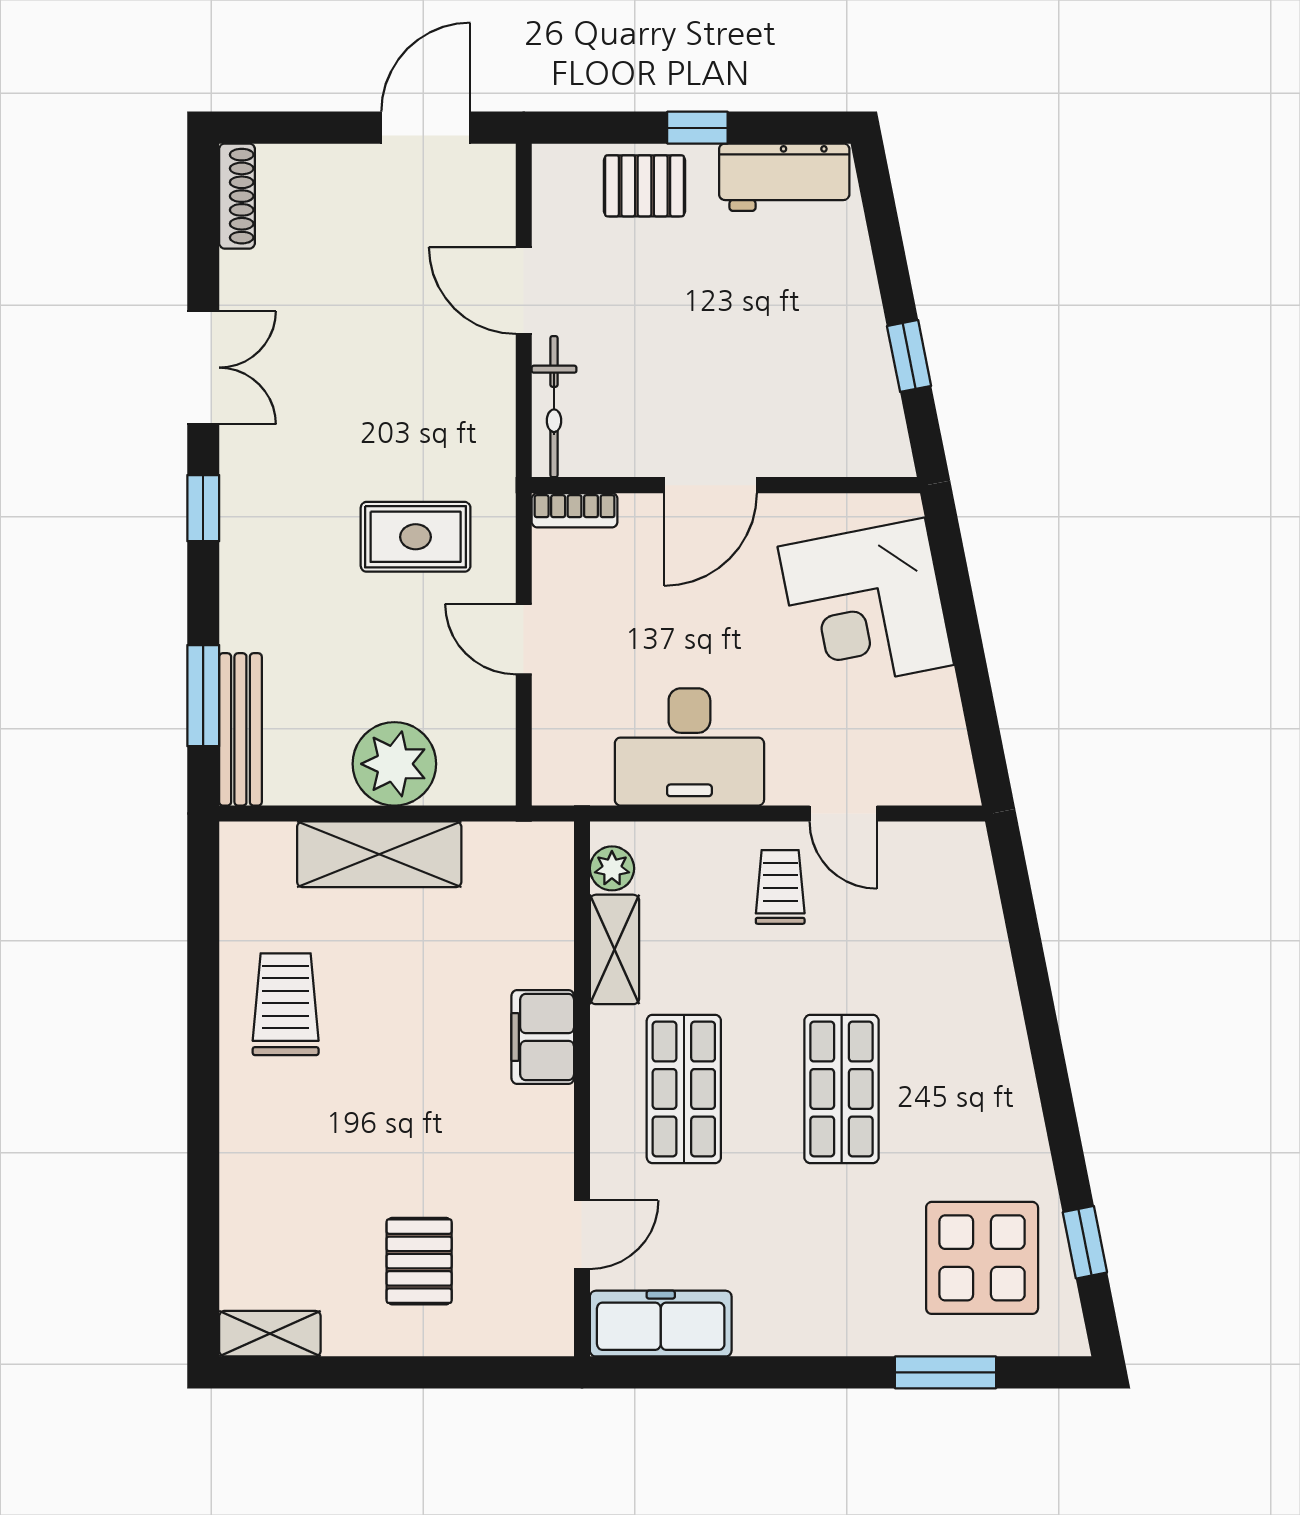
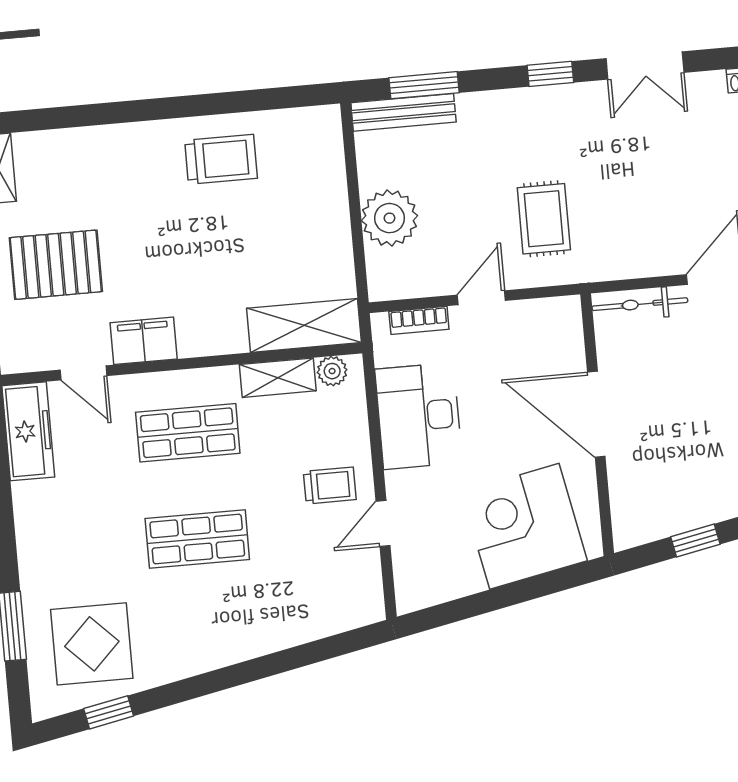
door: (710, 485) -> (596, 414), width x1.36
bookcase: (575, 510) -> (419, 320), moved, turned -90
shelving: (379, 854) -> (304, 325), moved, turned 90
filing cabinet: (543, 1037) -> (144, 341), moved
pallet: (419, 1261) -> (56, 265), width x1.50, depth x1.42

